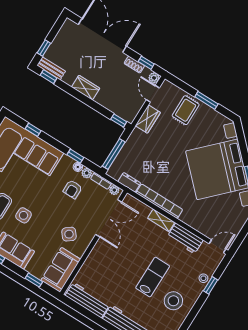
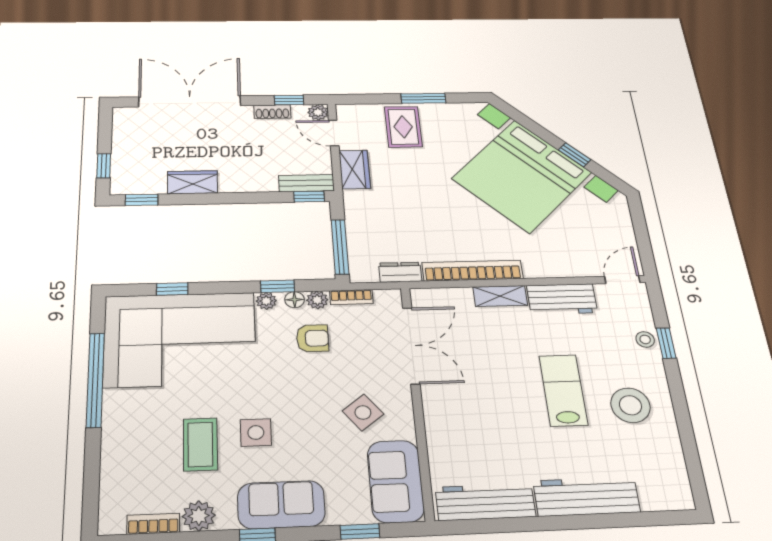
bench: (51, 68) -> (306, 183), moved
wardrobe: (86, 88) -> (192, 182), moved
armchair: (73, 189) -> (312, 338), turned -90
plant: (114, 190) -> (266, 301), moved

